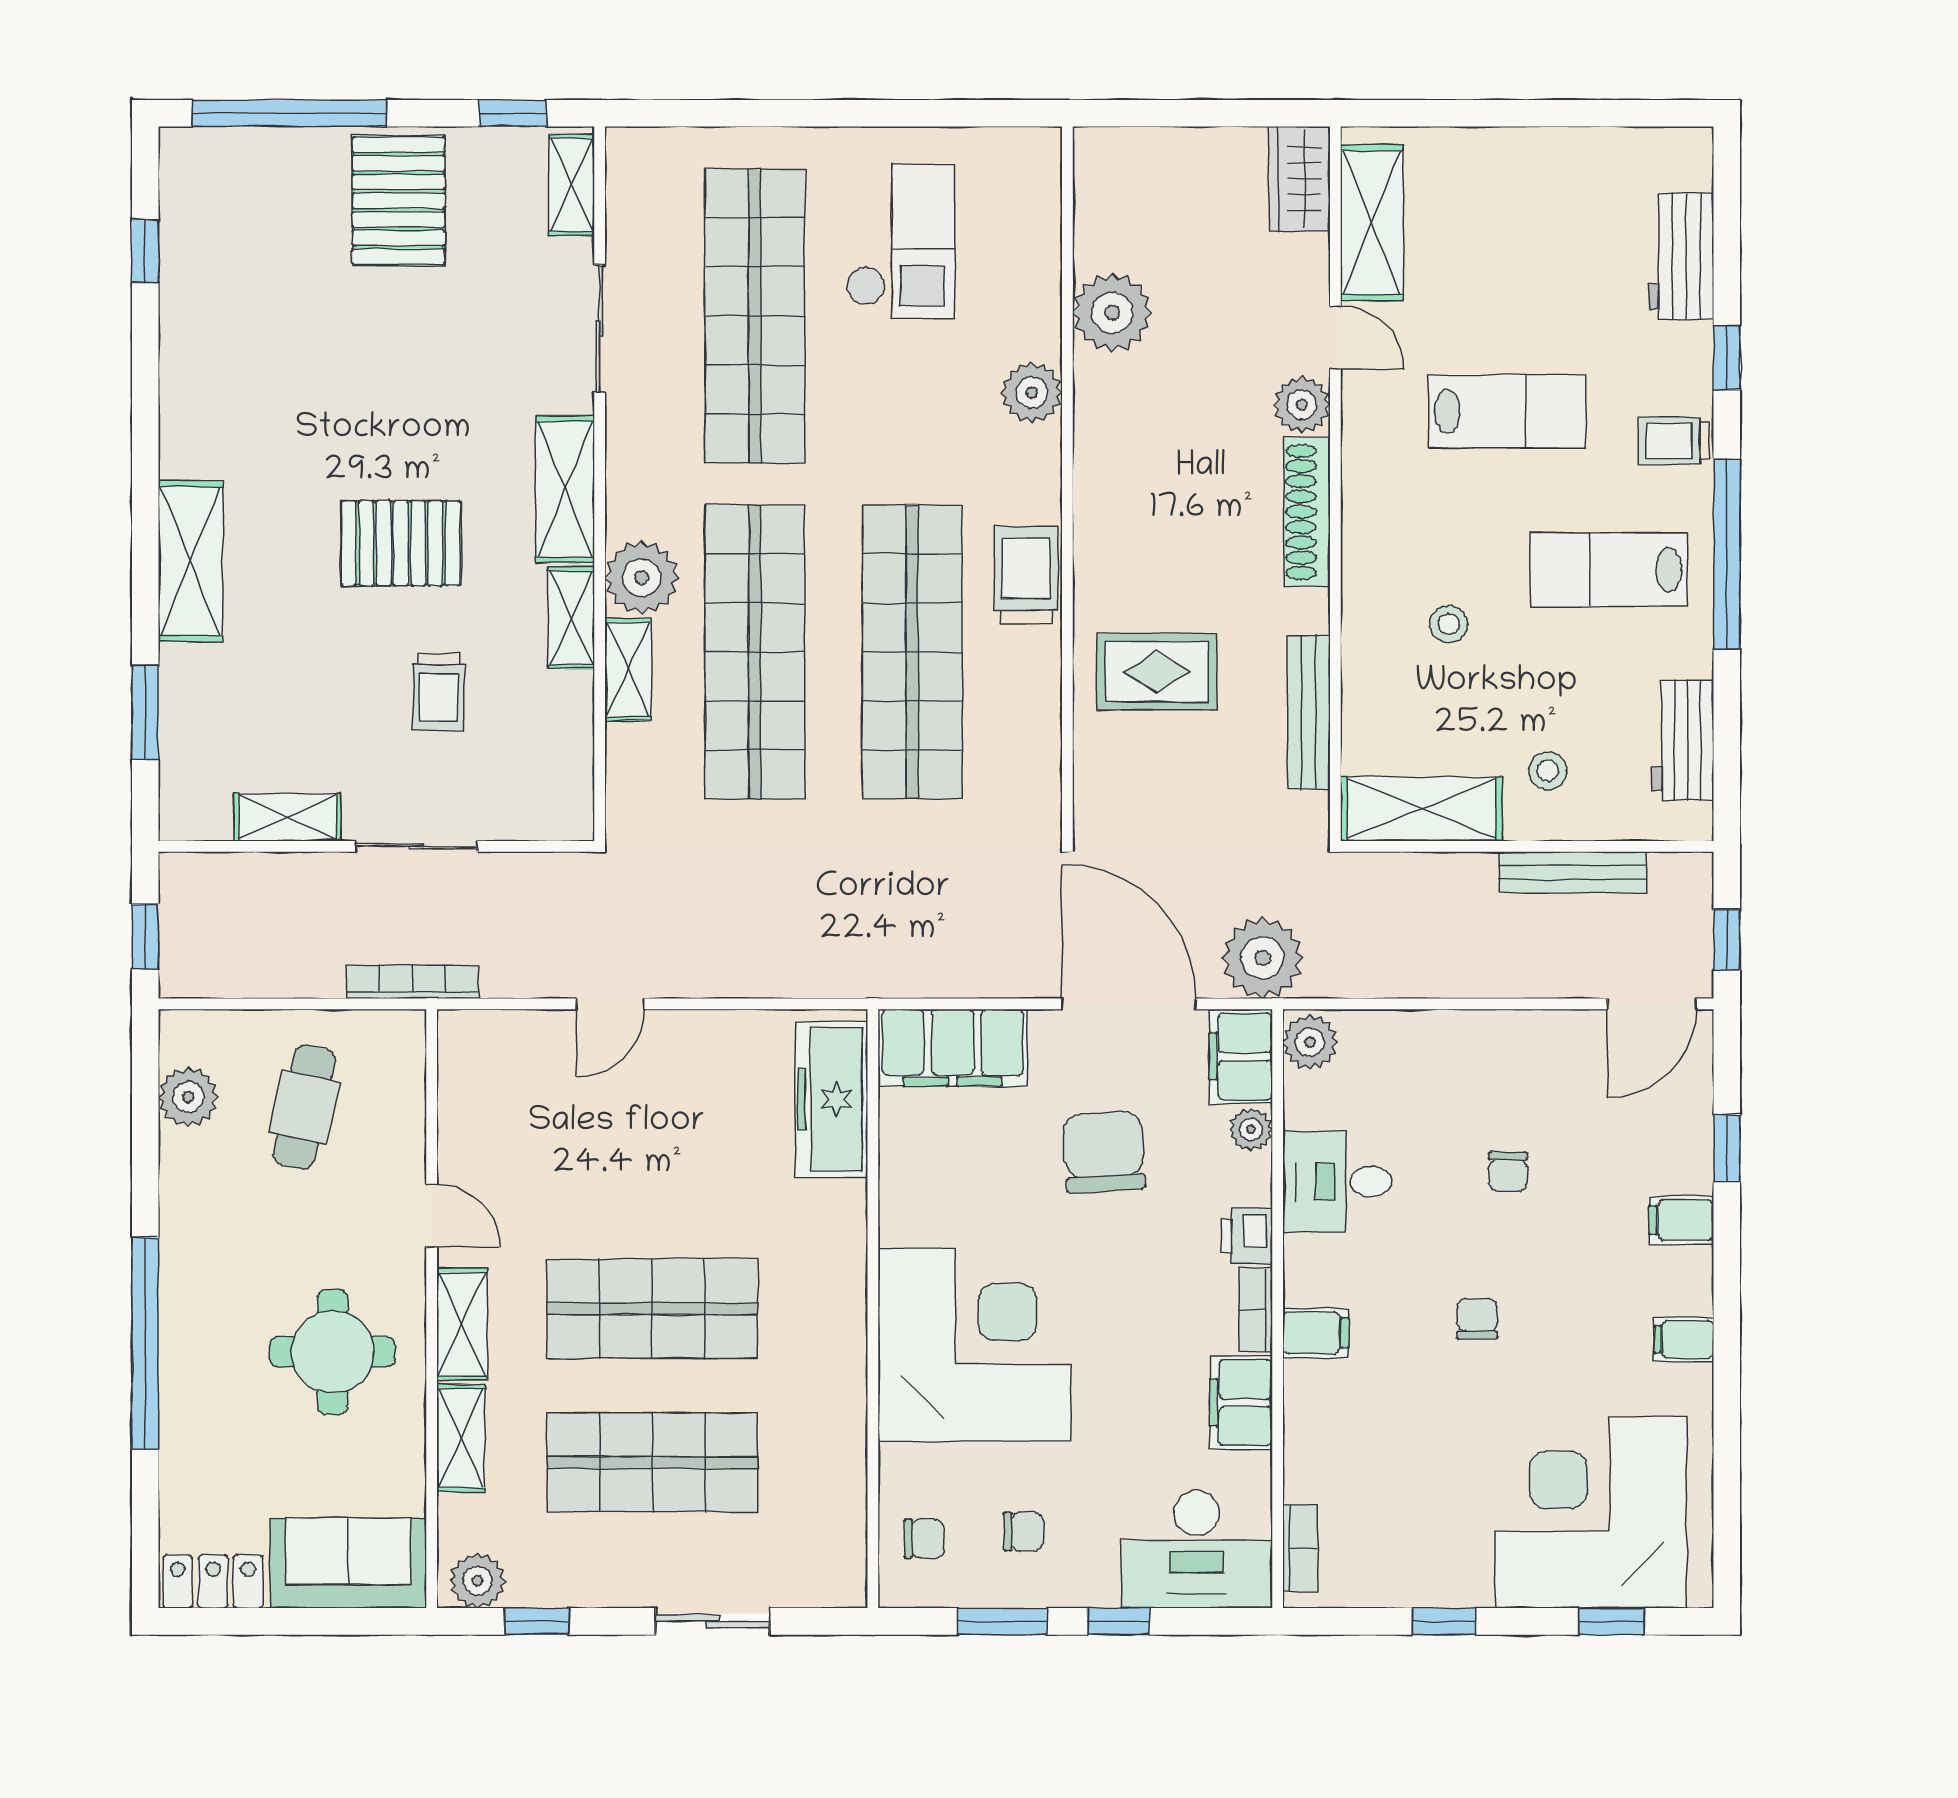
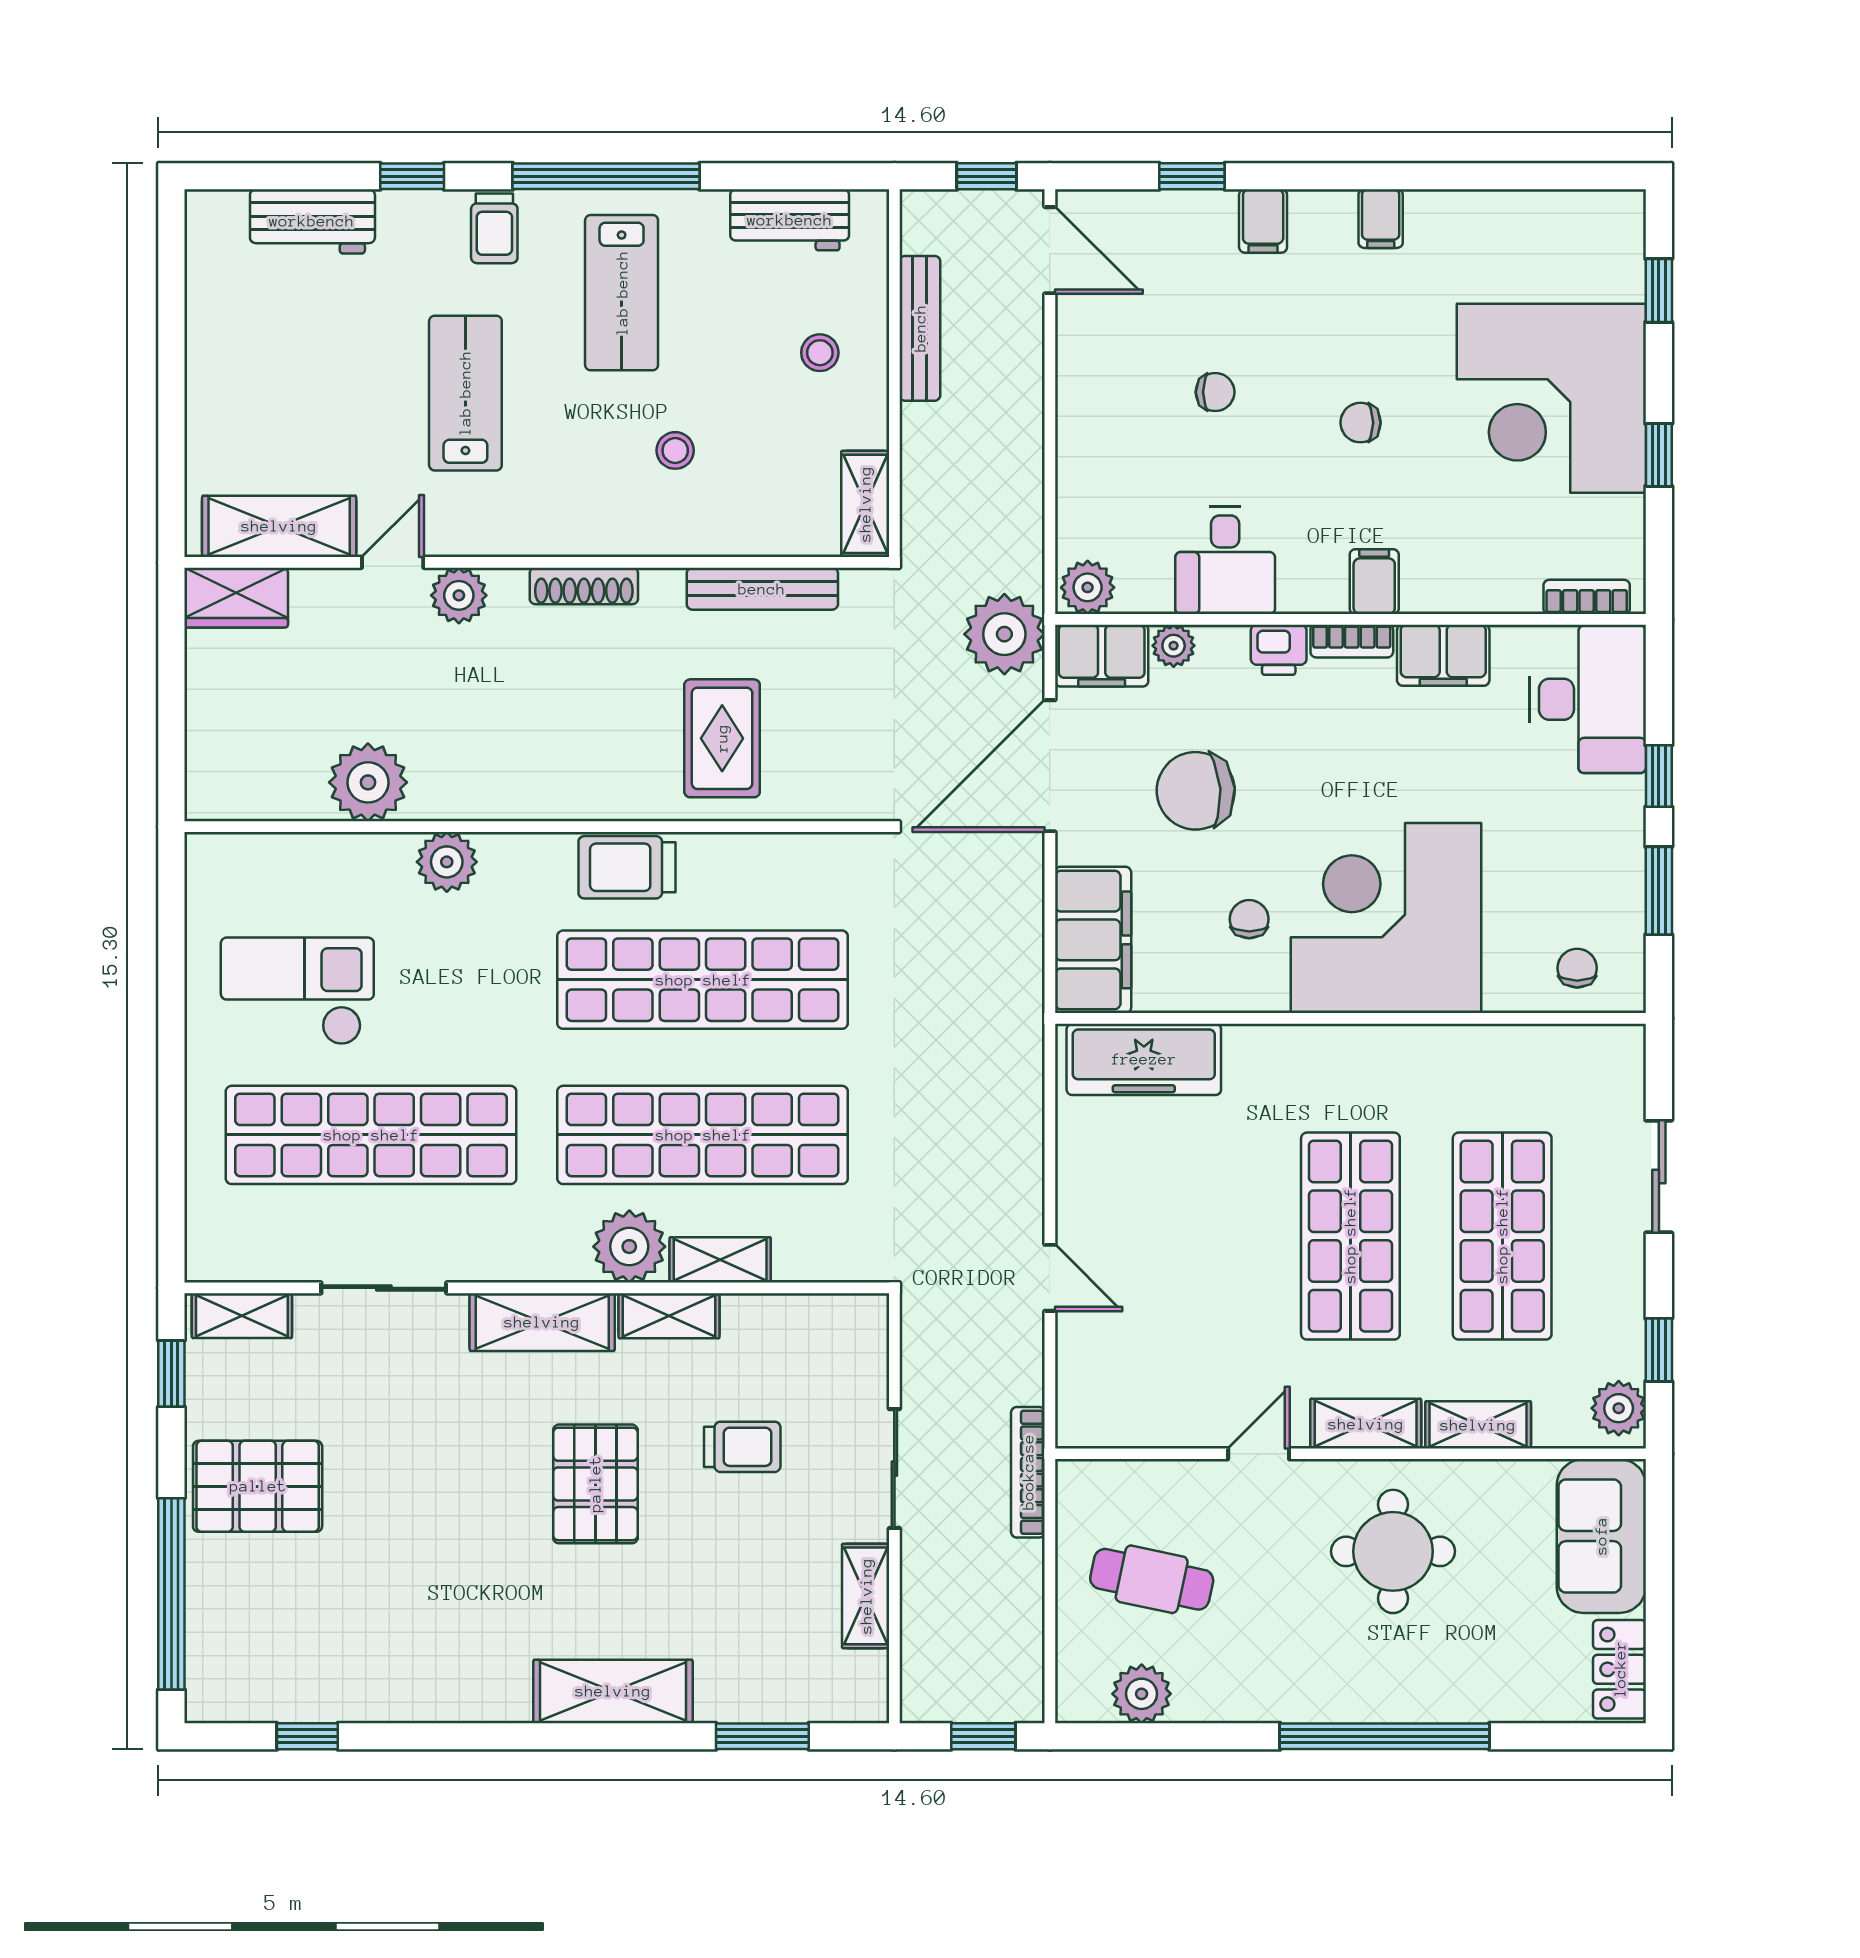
shoe rack: (1307, 512) -> (584, 586), width x0.74, depth x0.81
shelving: (1422, 809) -> (865, 504), width x0.67, depth x0.75
corner desk: (1591, 1512) -> (1551, 398), moved
chair: (1024, 1532) -> (1249, 919), moved

